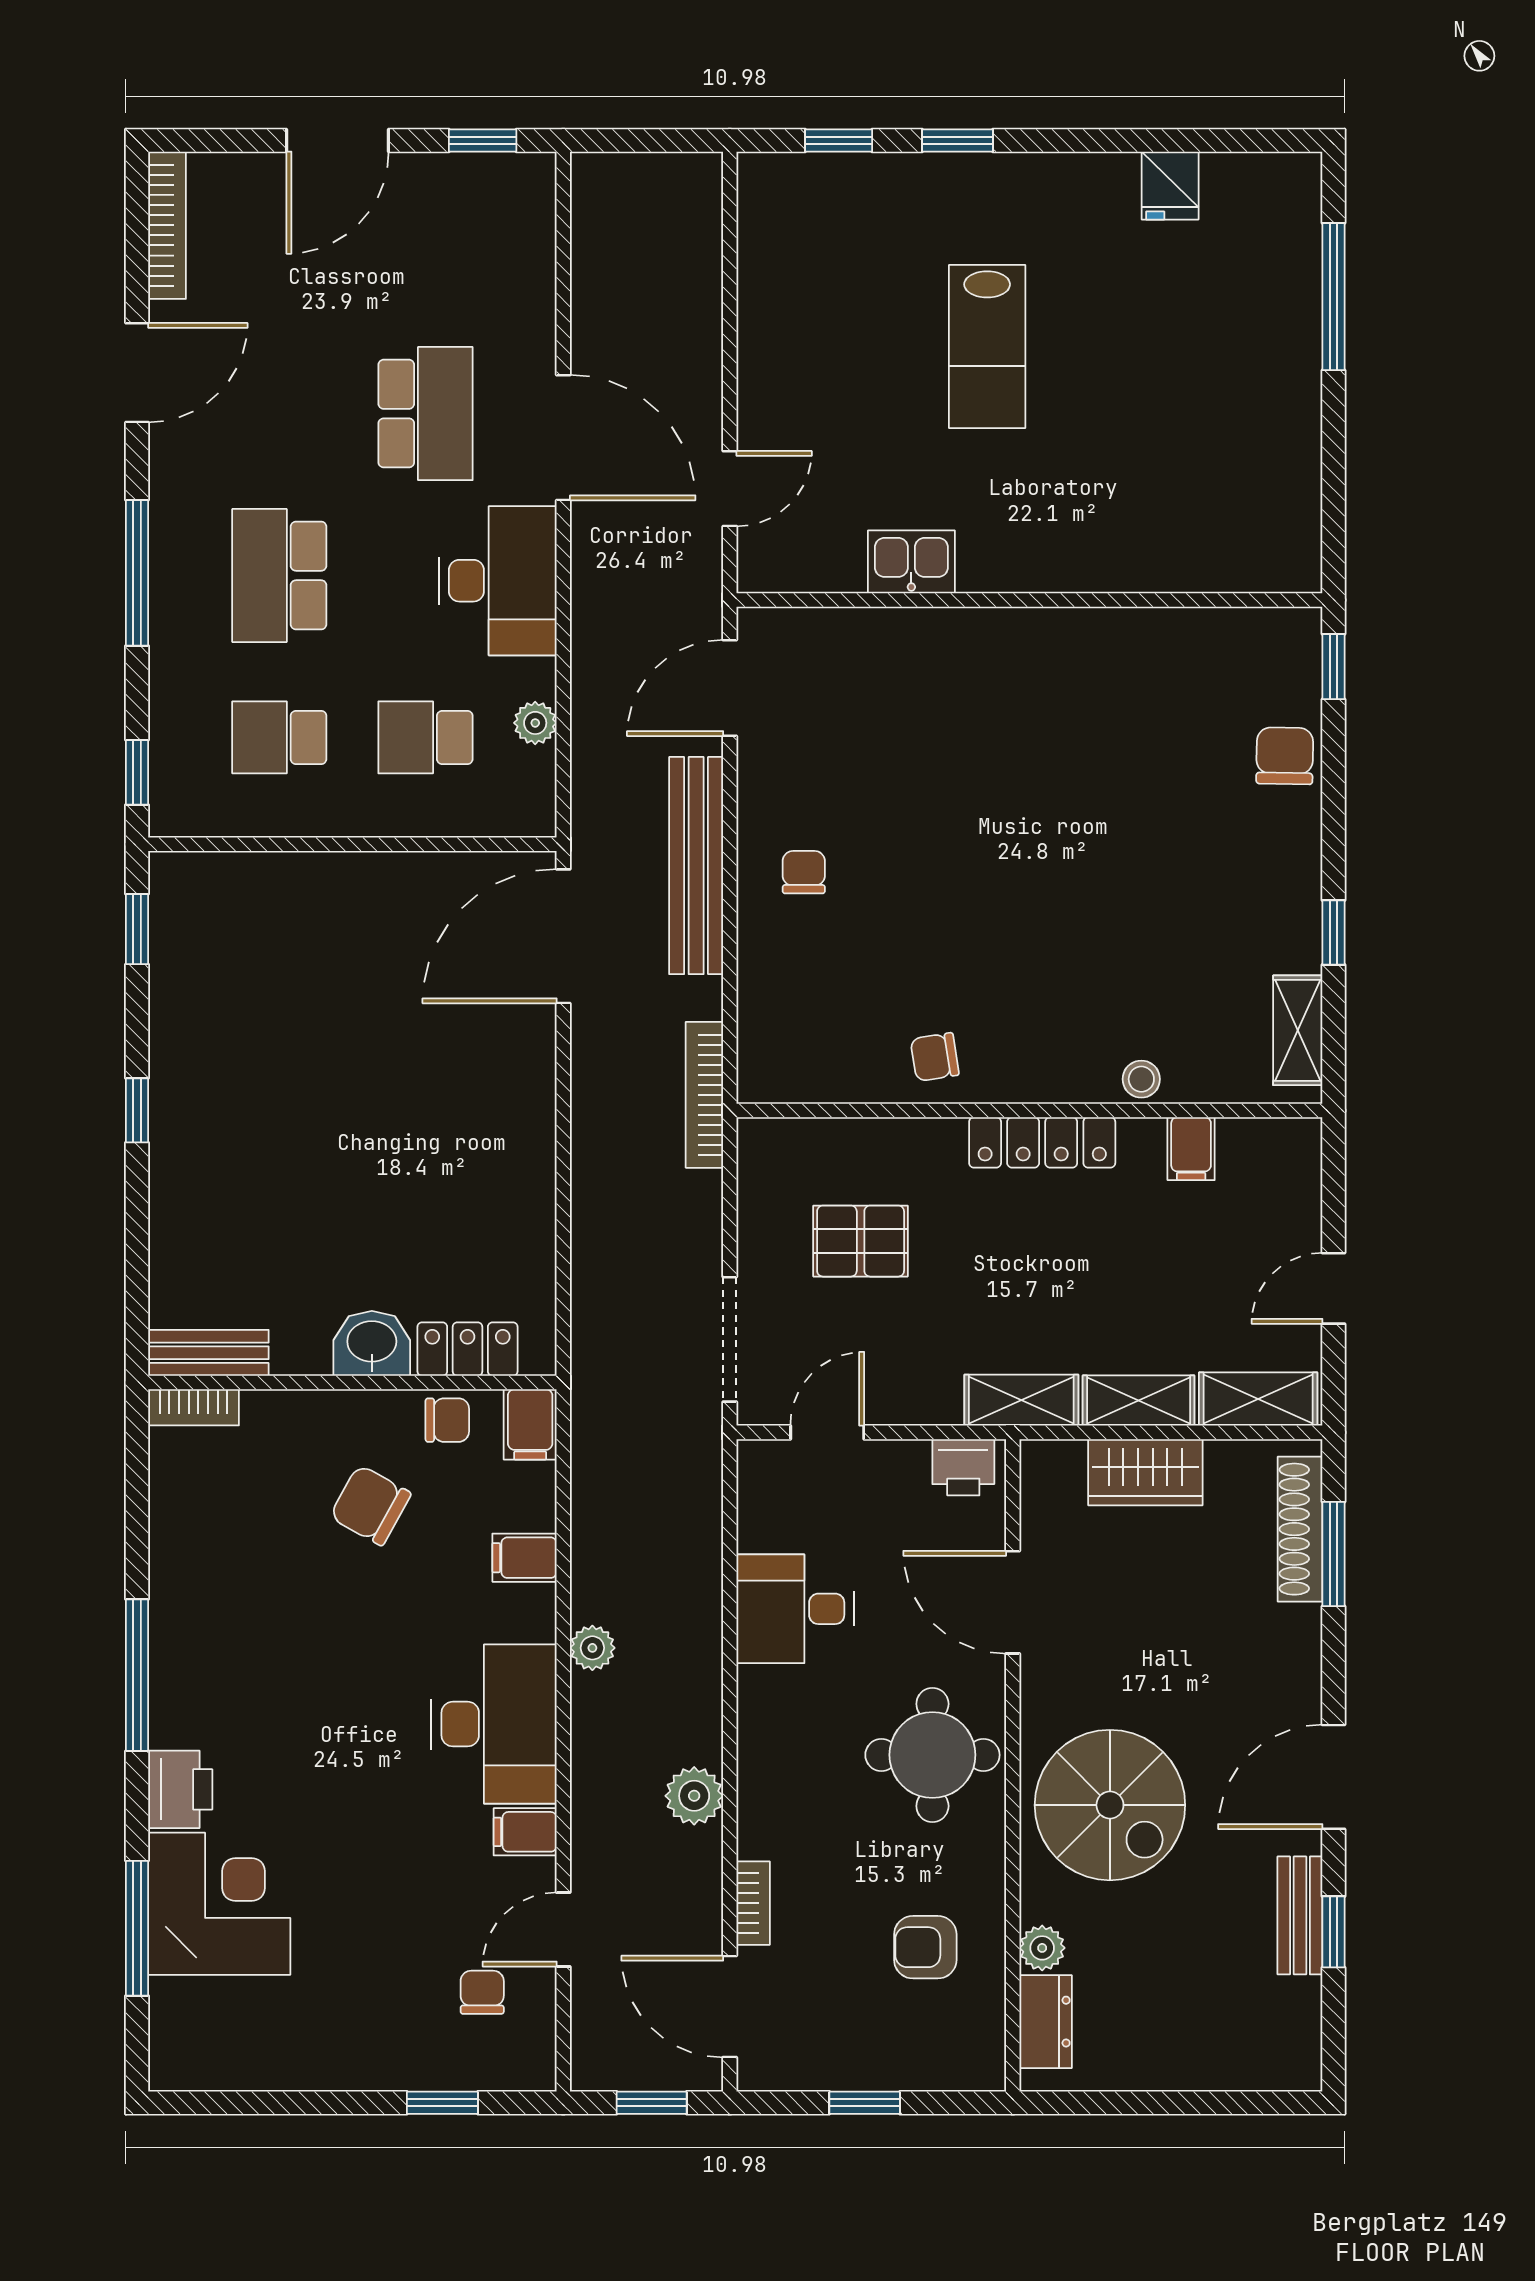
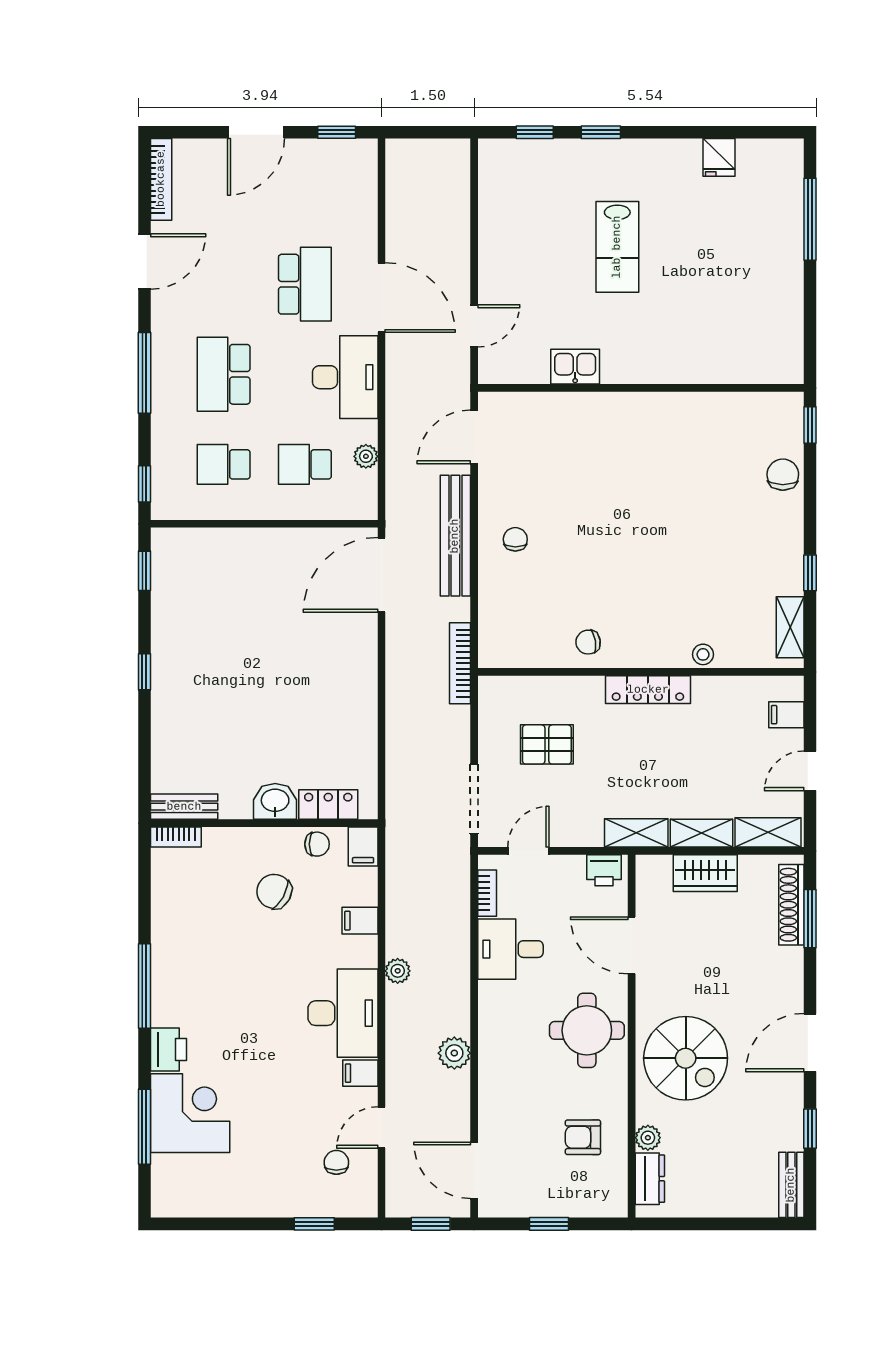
filing cabinet: (1191, 1149) -> (786, 715), moved, turned 90
bookcase: (753, 1903) -> (487, 893), moved
bench: (1300, 1915) -> (791, 1185), moved

